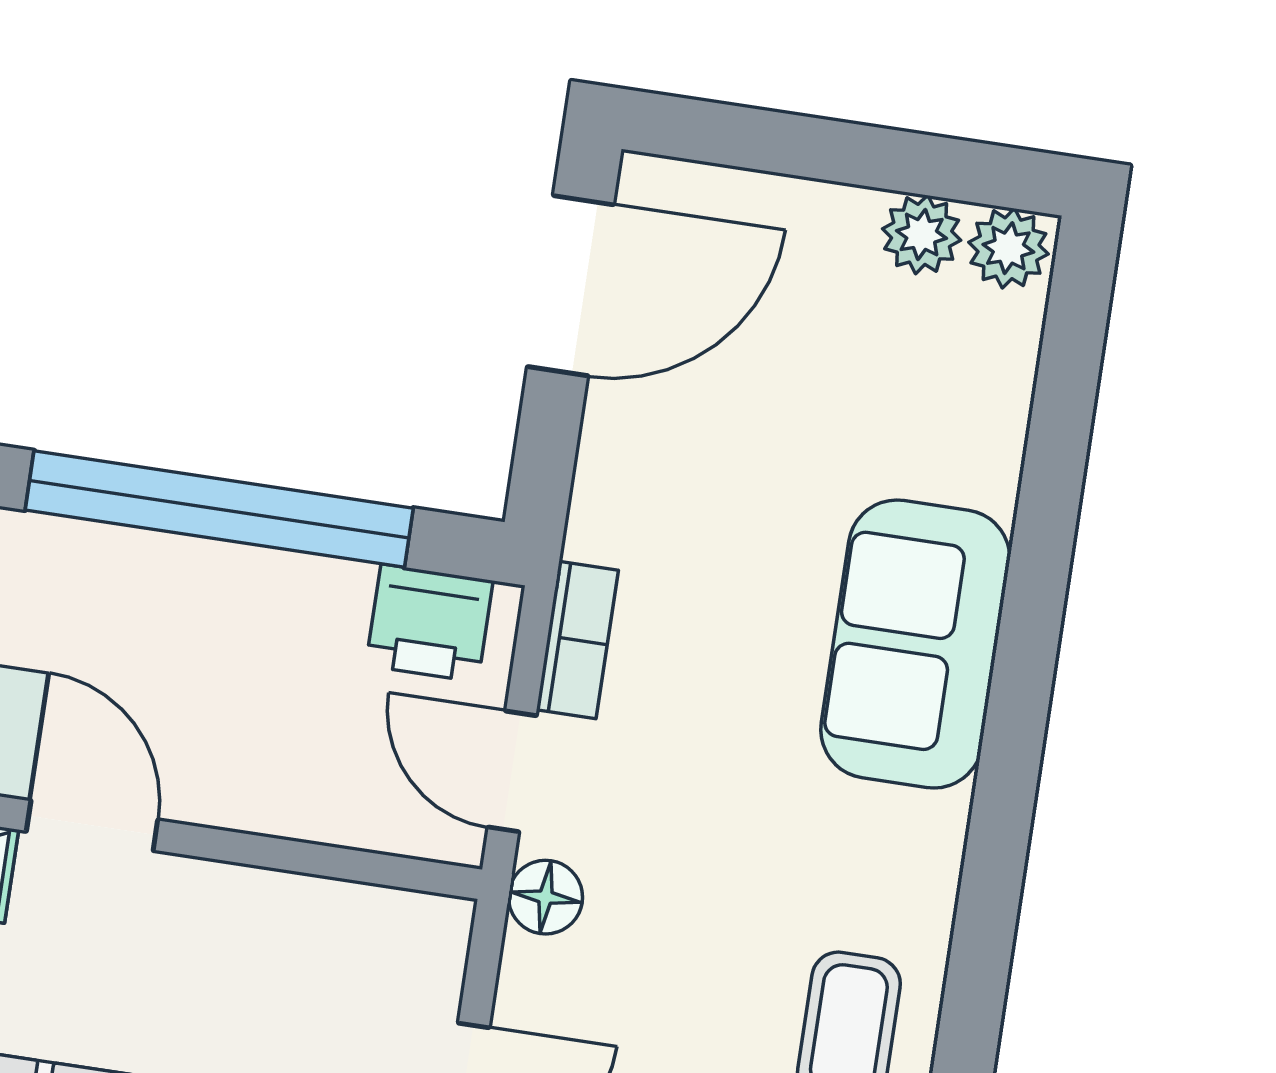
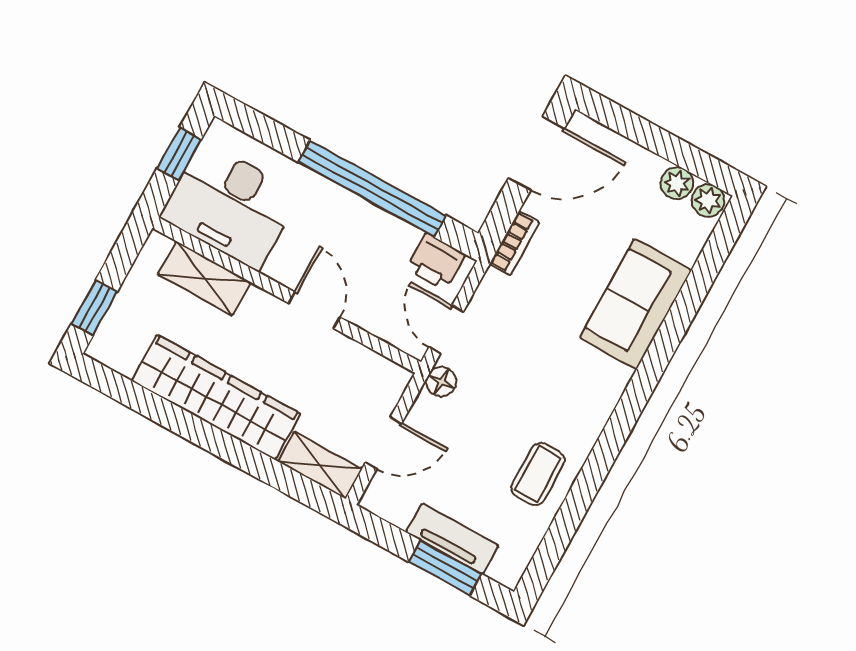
bookcase: (577, 640) -> (515, 243), moved
sofa: (915, 644) -> (636, 304), moved
door: (92, 826) -> (314, 310), moved

